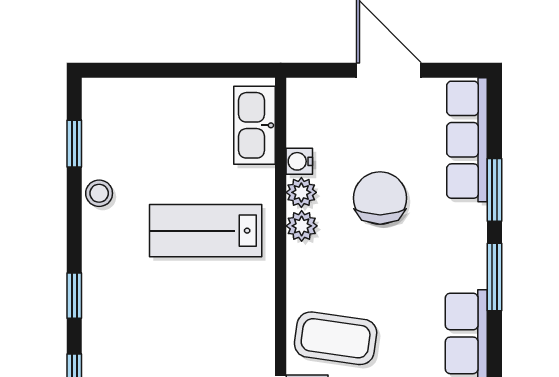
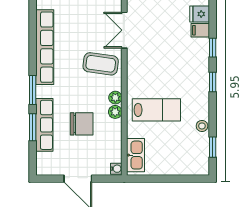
row of seats: (467, 140) -> (44, 125), moved
water cooler: (299, 161) -> (116, 169), moved
plant: (301, 192) -> (115, 98), moved
chair: (380, 198) -> (82, 124), turned -90

